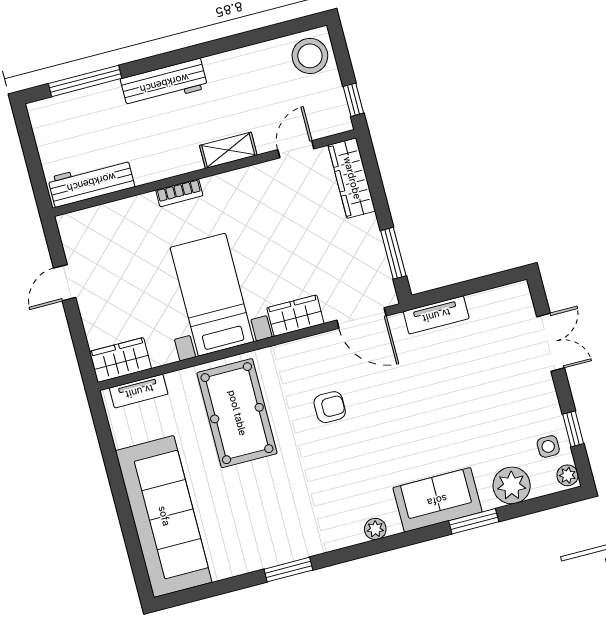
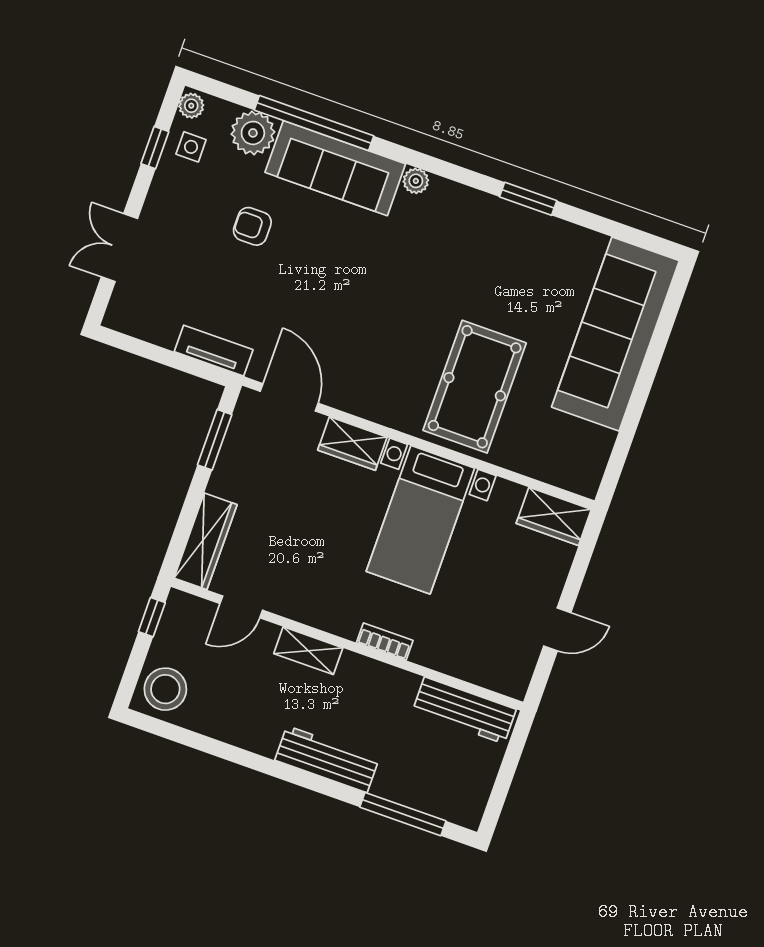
tv unit: (139, 391) -> (557, 474), removed
armchair: (330, 407) -> (252, 226), moved
sofa: (437, 500) -> (335, 168), width x1.36
window: (474, 521) -> (314, 123), width x2.11

